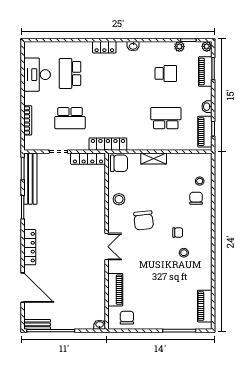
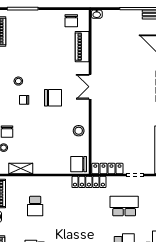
school desk: (166, 118) -> (35, 206), width x0.54
shelving: (154, 159) -> (21, 169), moved
chair: (144, 220) -> (53, 98), moved, turned 96

